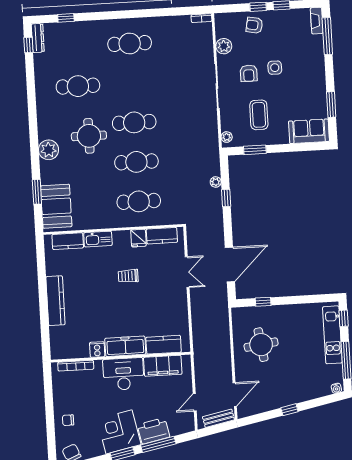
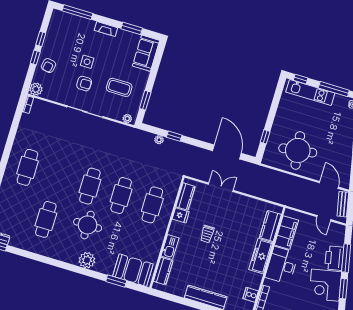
fireplace: (317, 21) -> (106, 29), moved
plant: (224, 46) -> (36, 89), moved
round table: (261, 345) -> (298, 150), width x1.36, depth x1.36
cooker: (97, 350) -> (251, 295), moved

